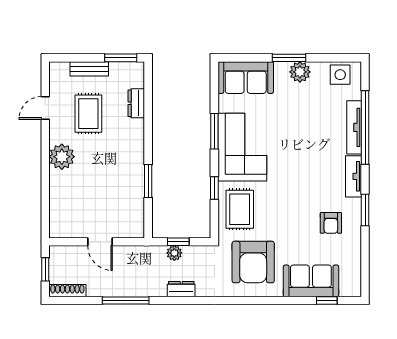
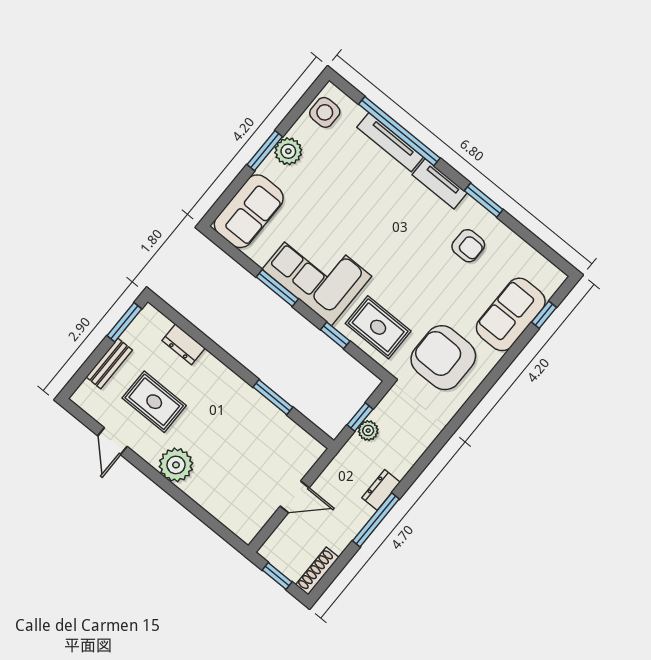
armchair: (253, 262) -> (443, 358), turned 180
dresser: (181, 289) -> (381, 490), moved

